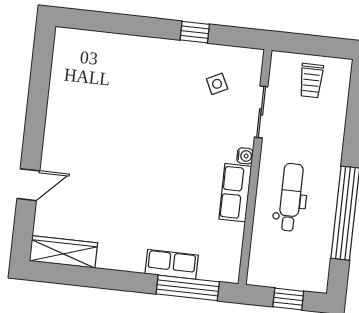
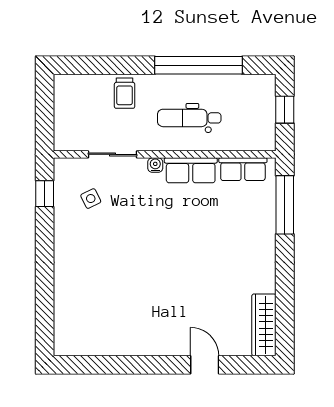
window: (195, 32) -> (45, 194), moved
trolley: (311, 81) -> (125, 93), moved, turned 90
row of seats: (172, 264) -> (243, 169), moved, turned -90

